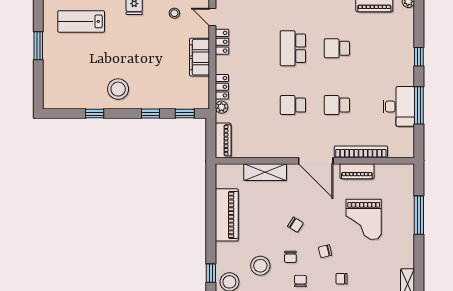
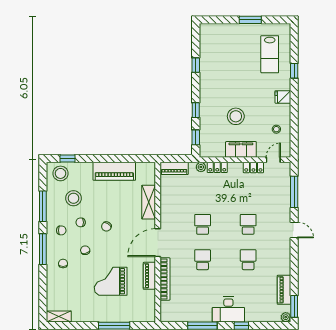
lab bench: (81, 21) -> (270, 54), turned 180
school desk: (293, 48) -> (248, 224), width x0.54
stool: (118, 89) -> (236, 116), moved
desk: (399, 106) -> (228, 309), moved

